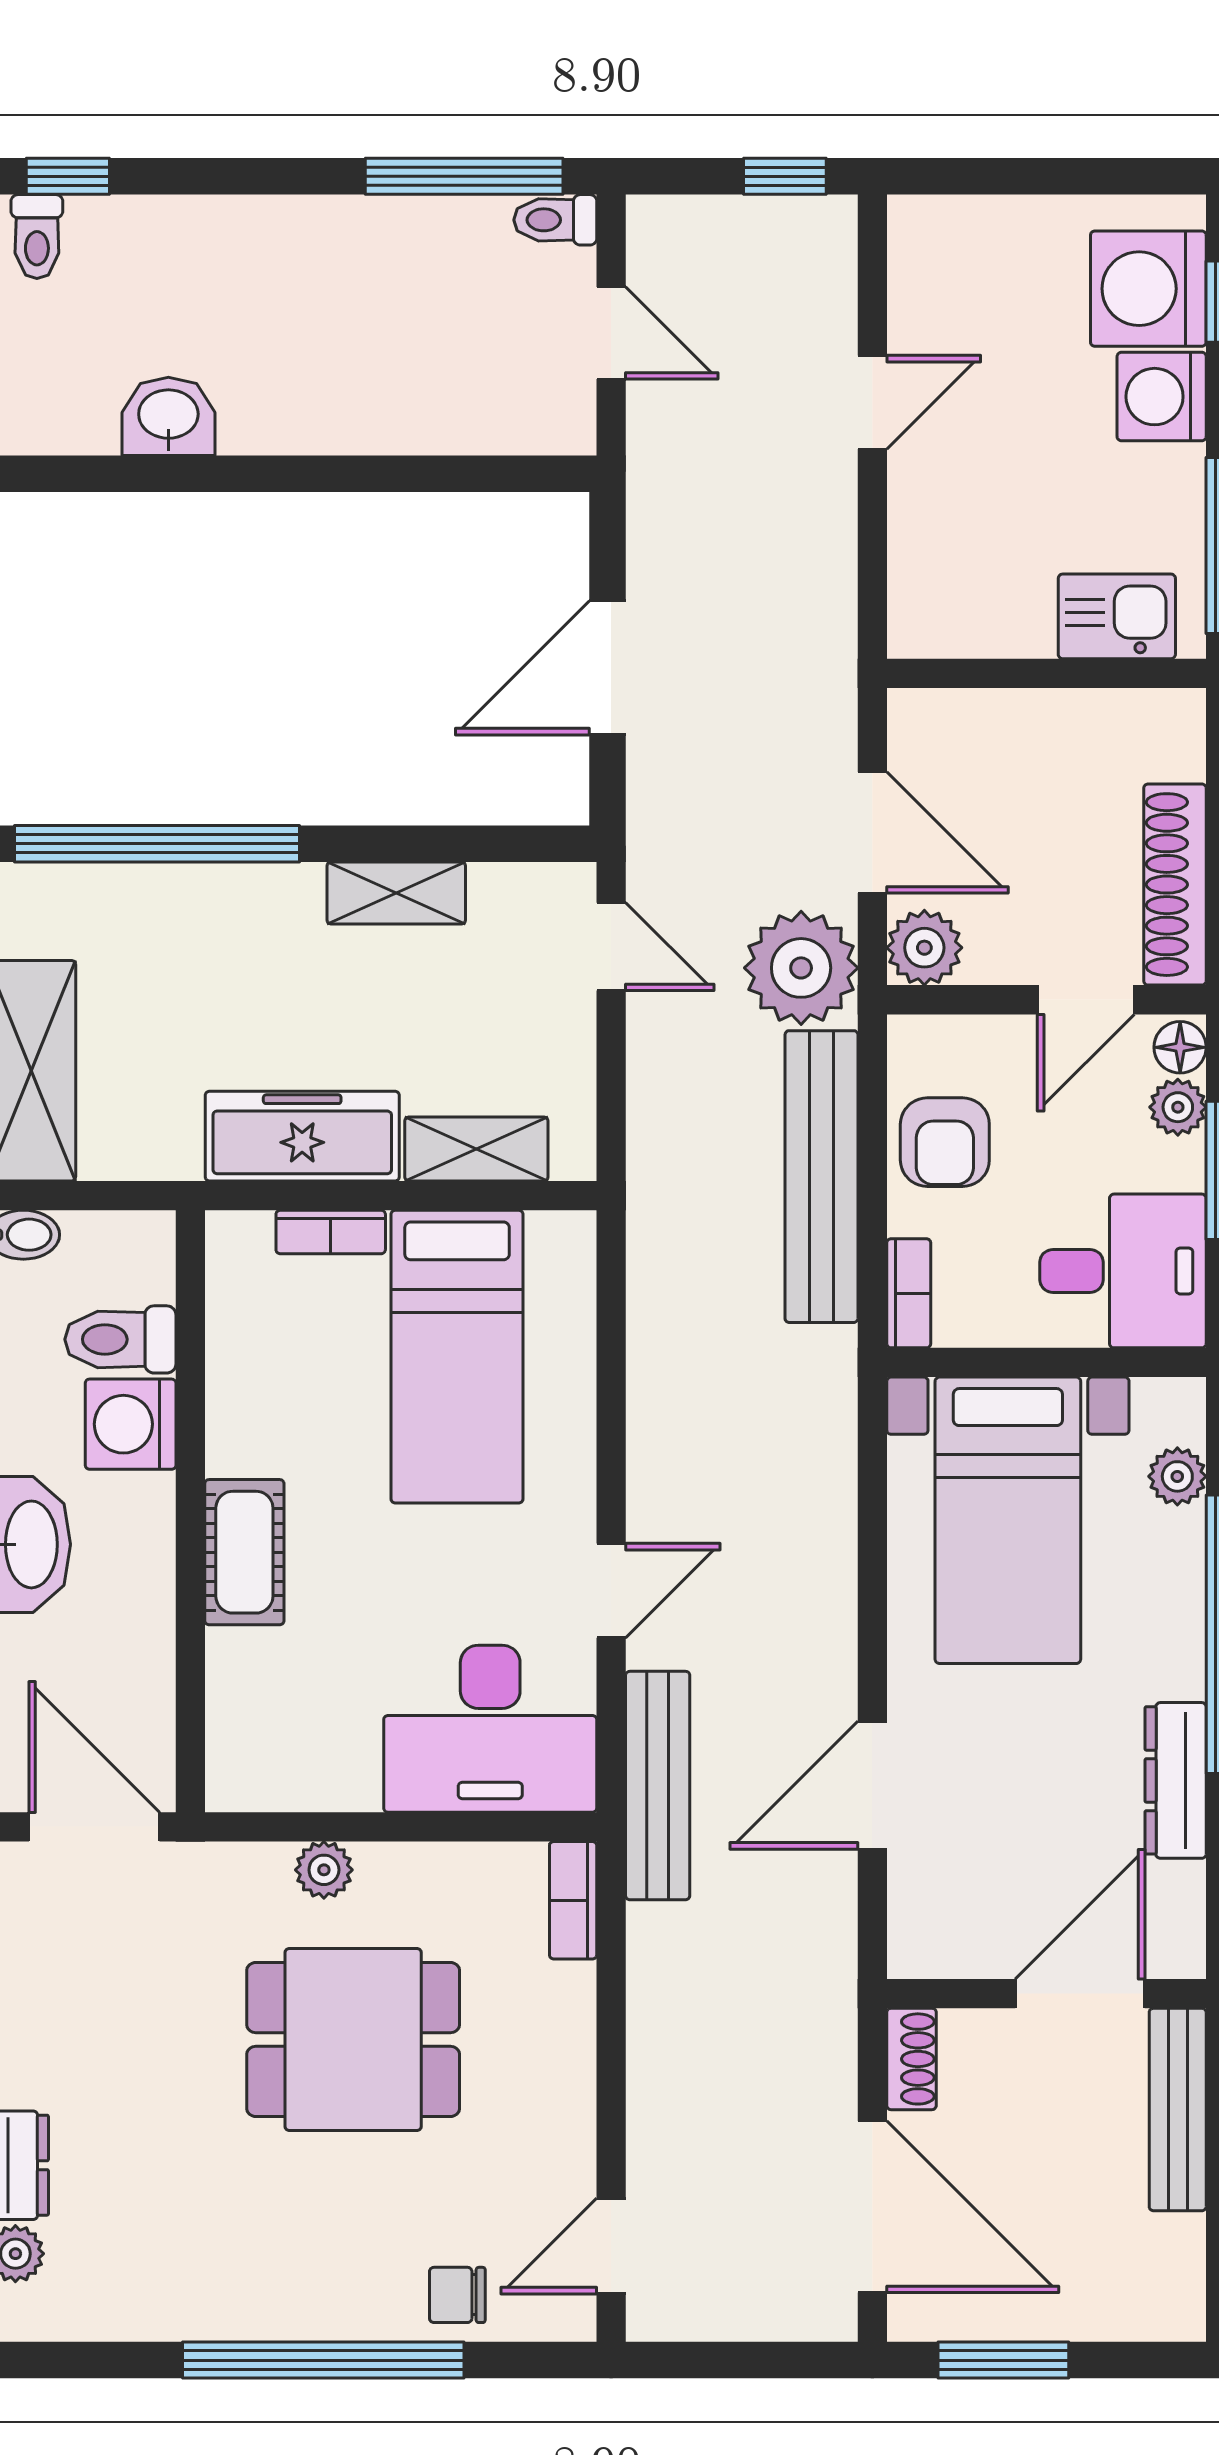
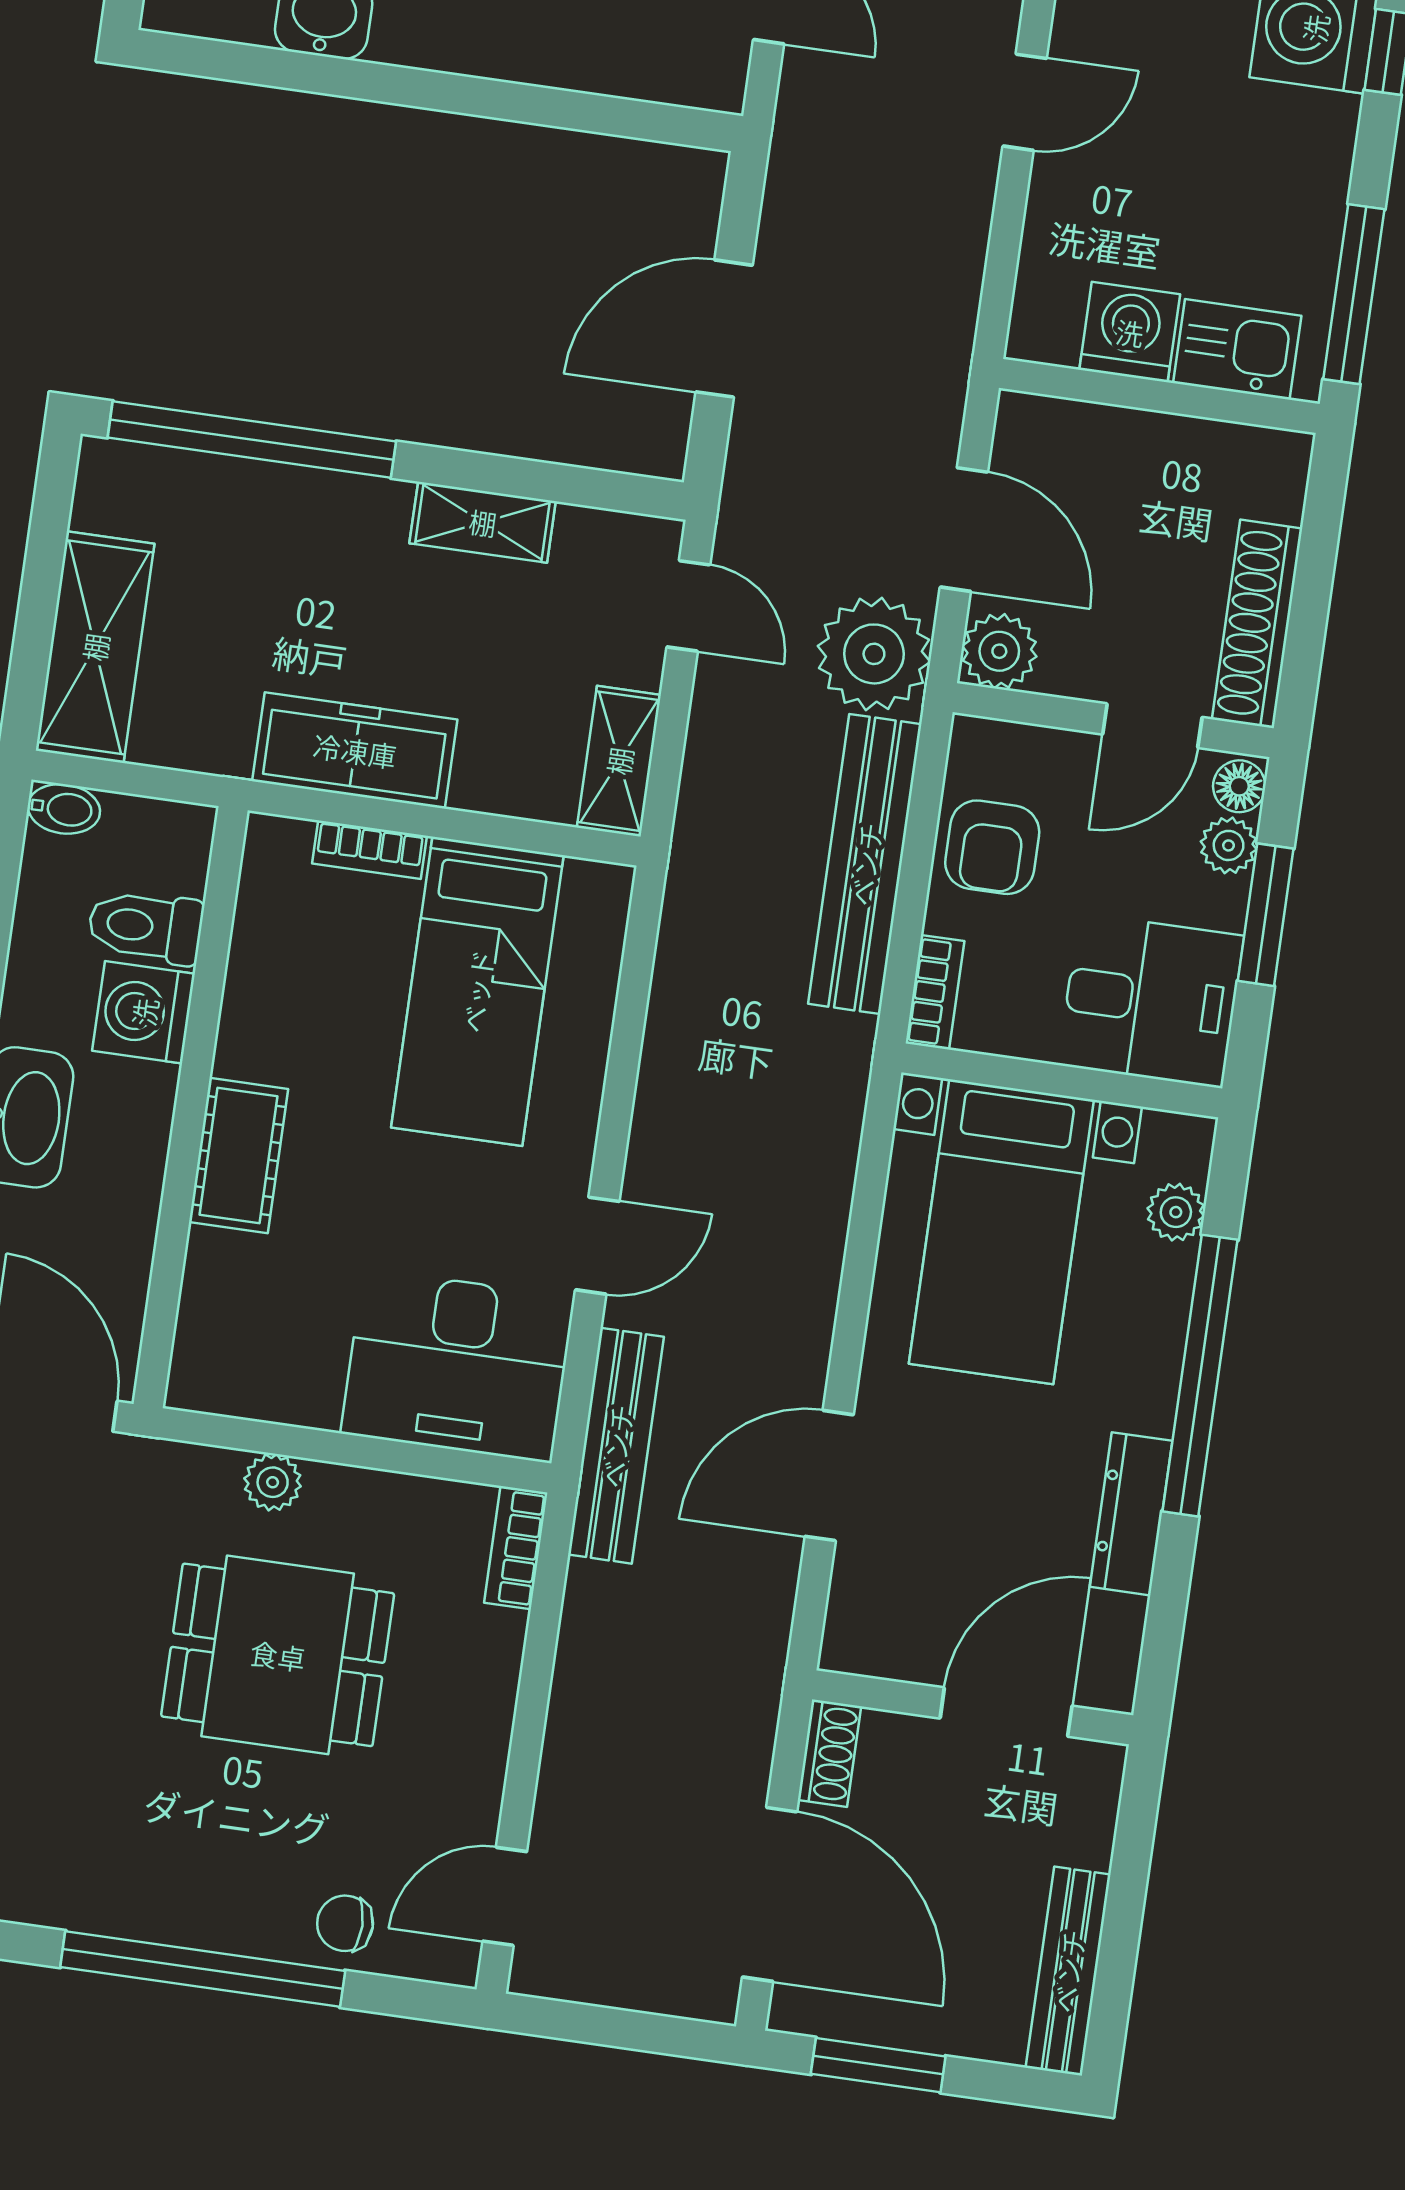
washing machine: (1162, 397) -> (1130, 332), moved, turned 90
shelving: (476, 1149) -> (619, 761), moved, turned 90
bench: (1178, 2110) -> (1068, 1971), moved

